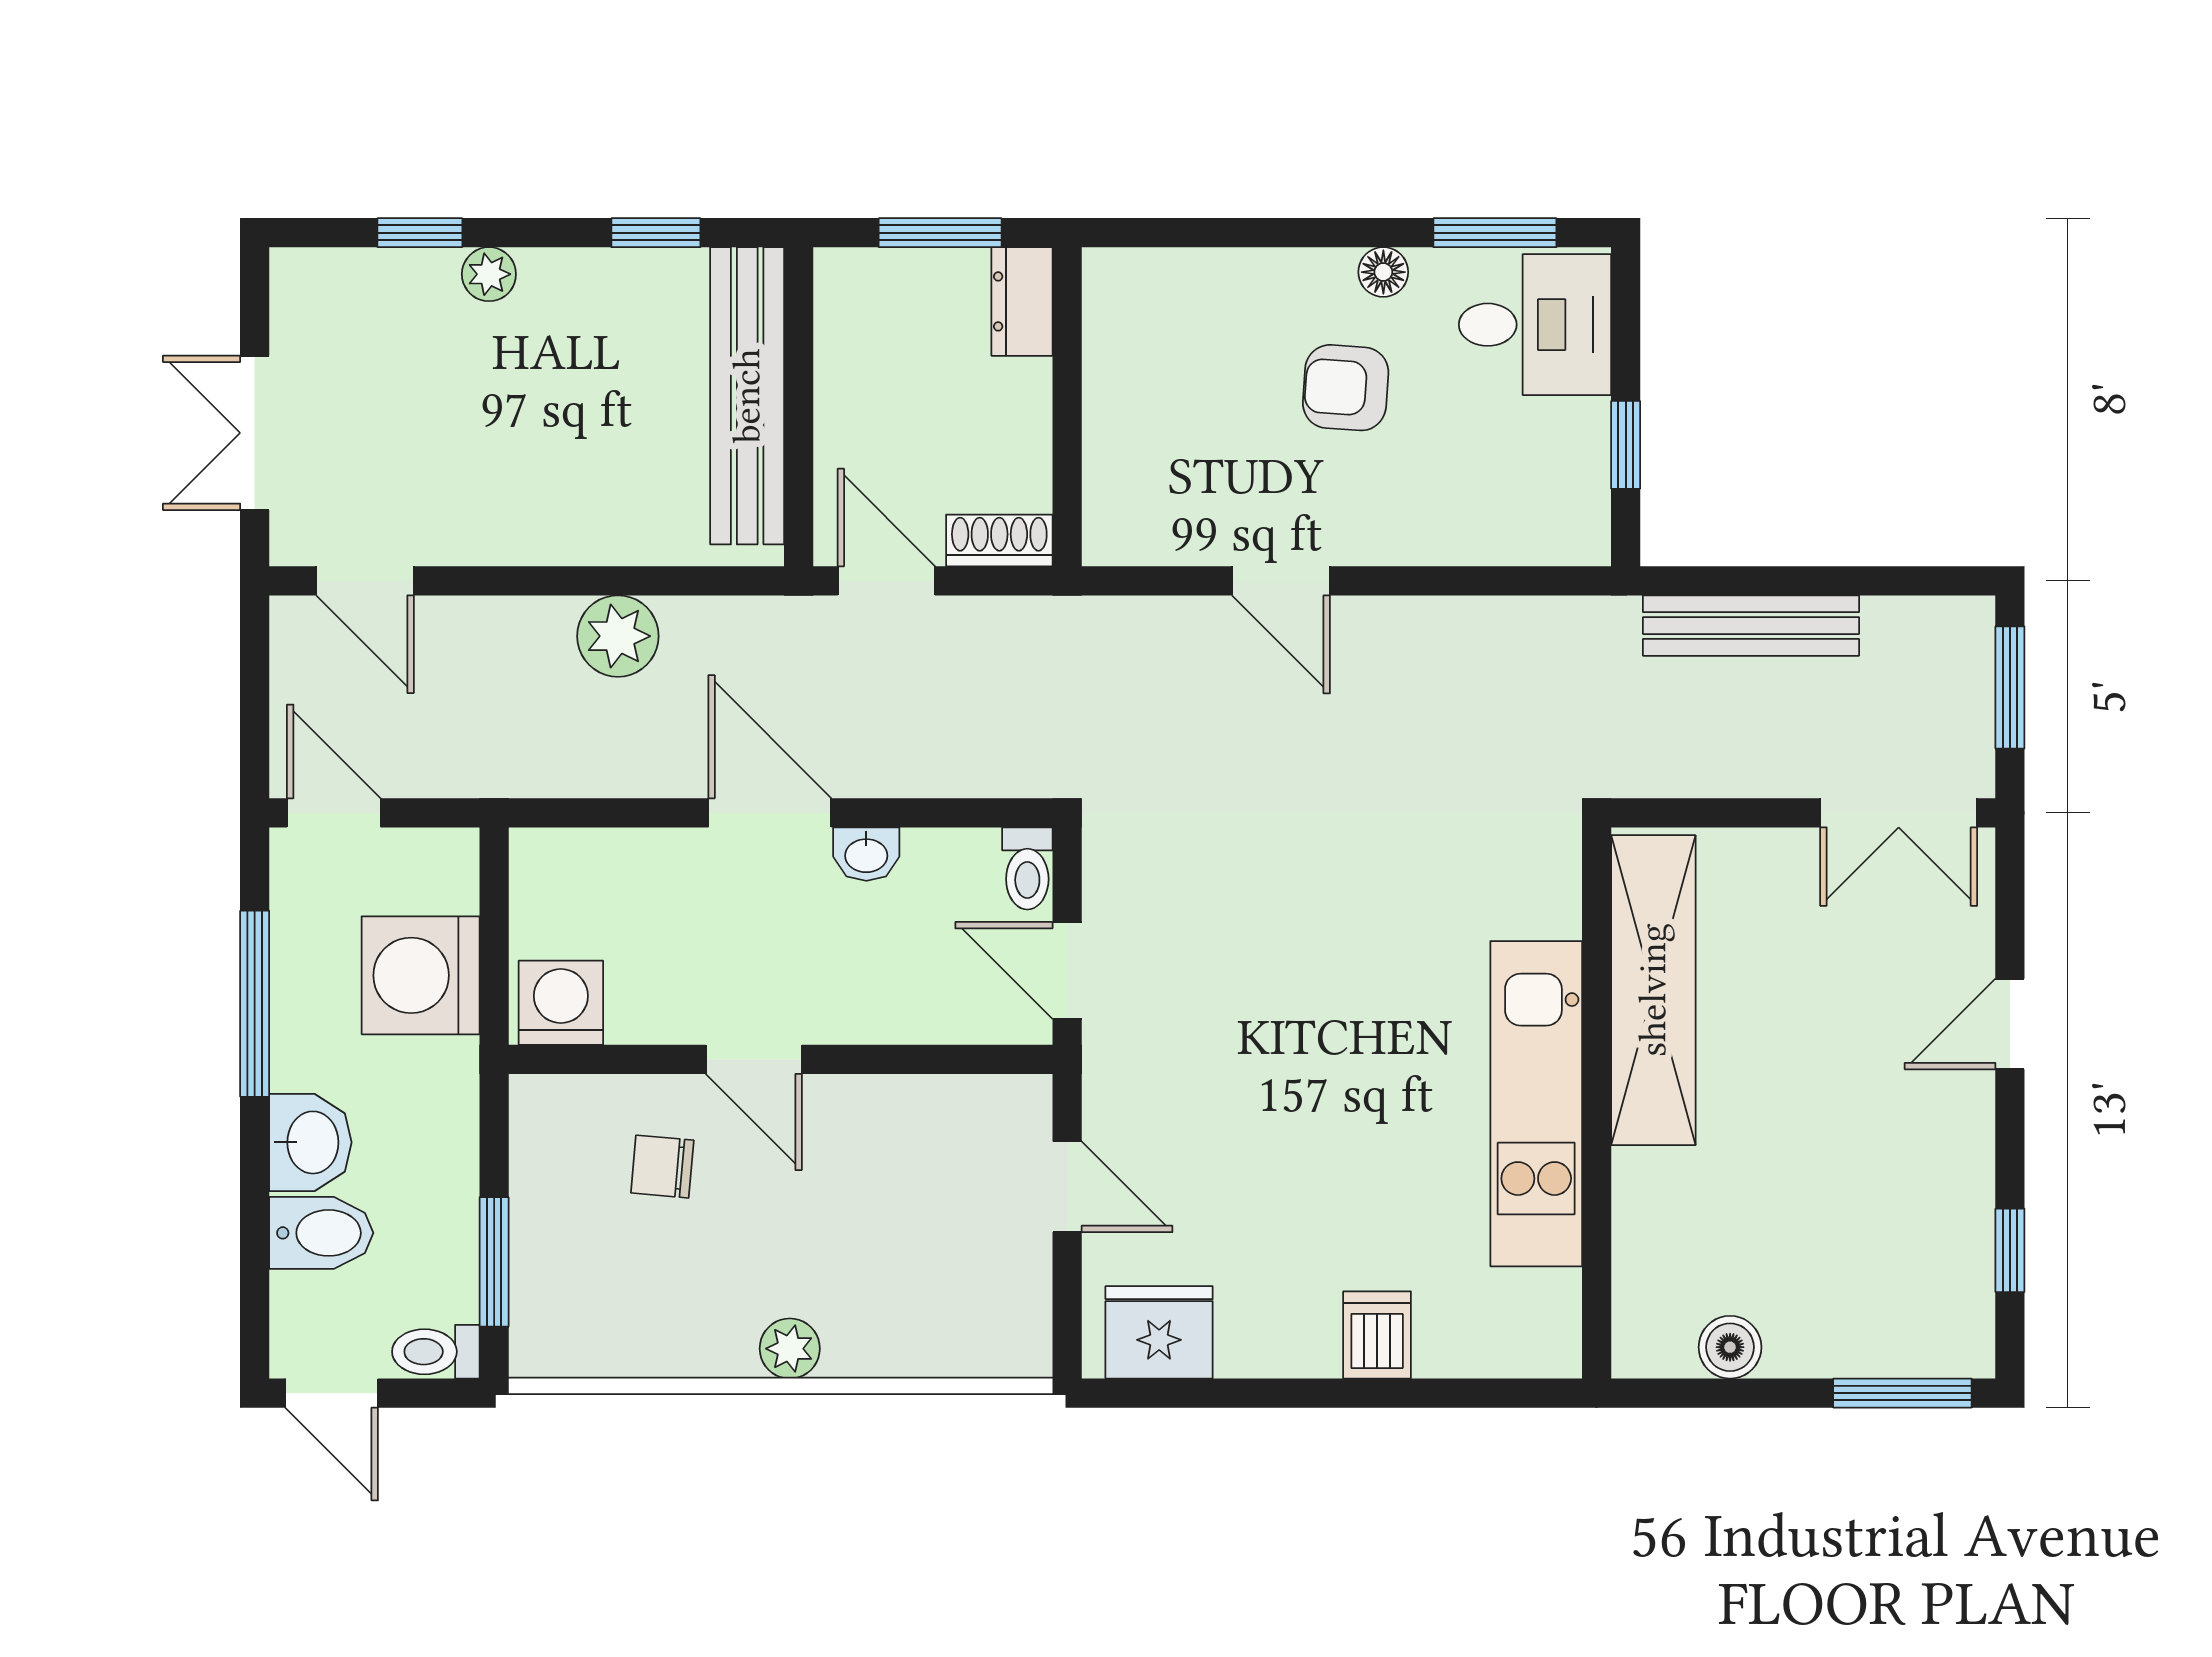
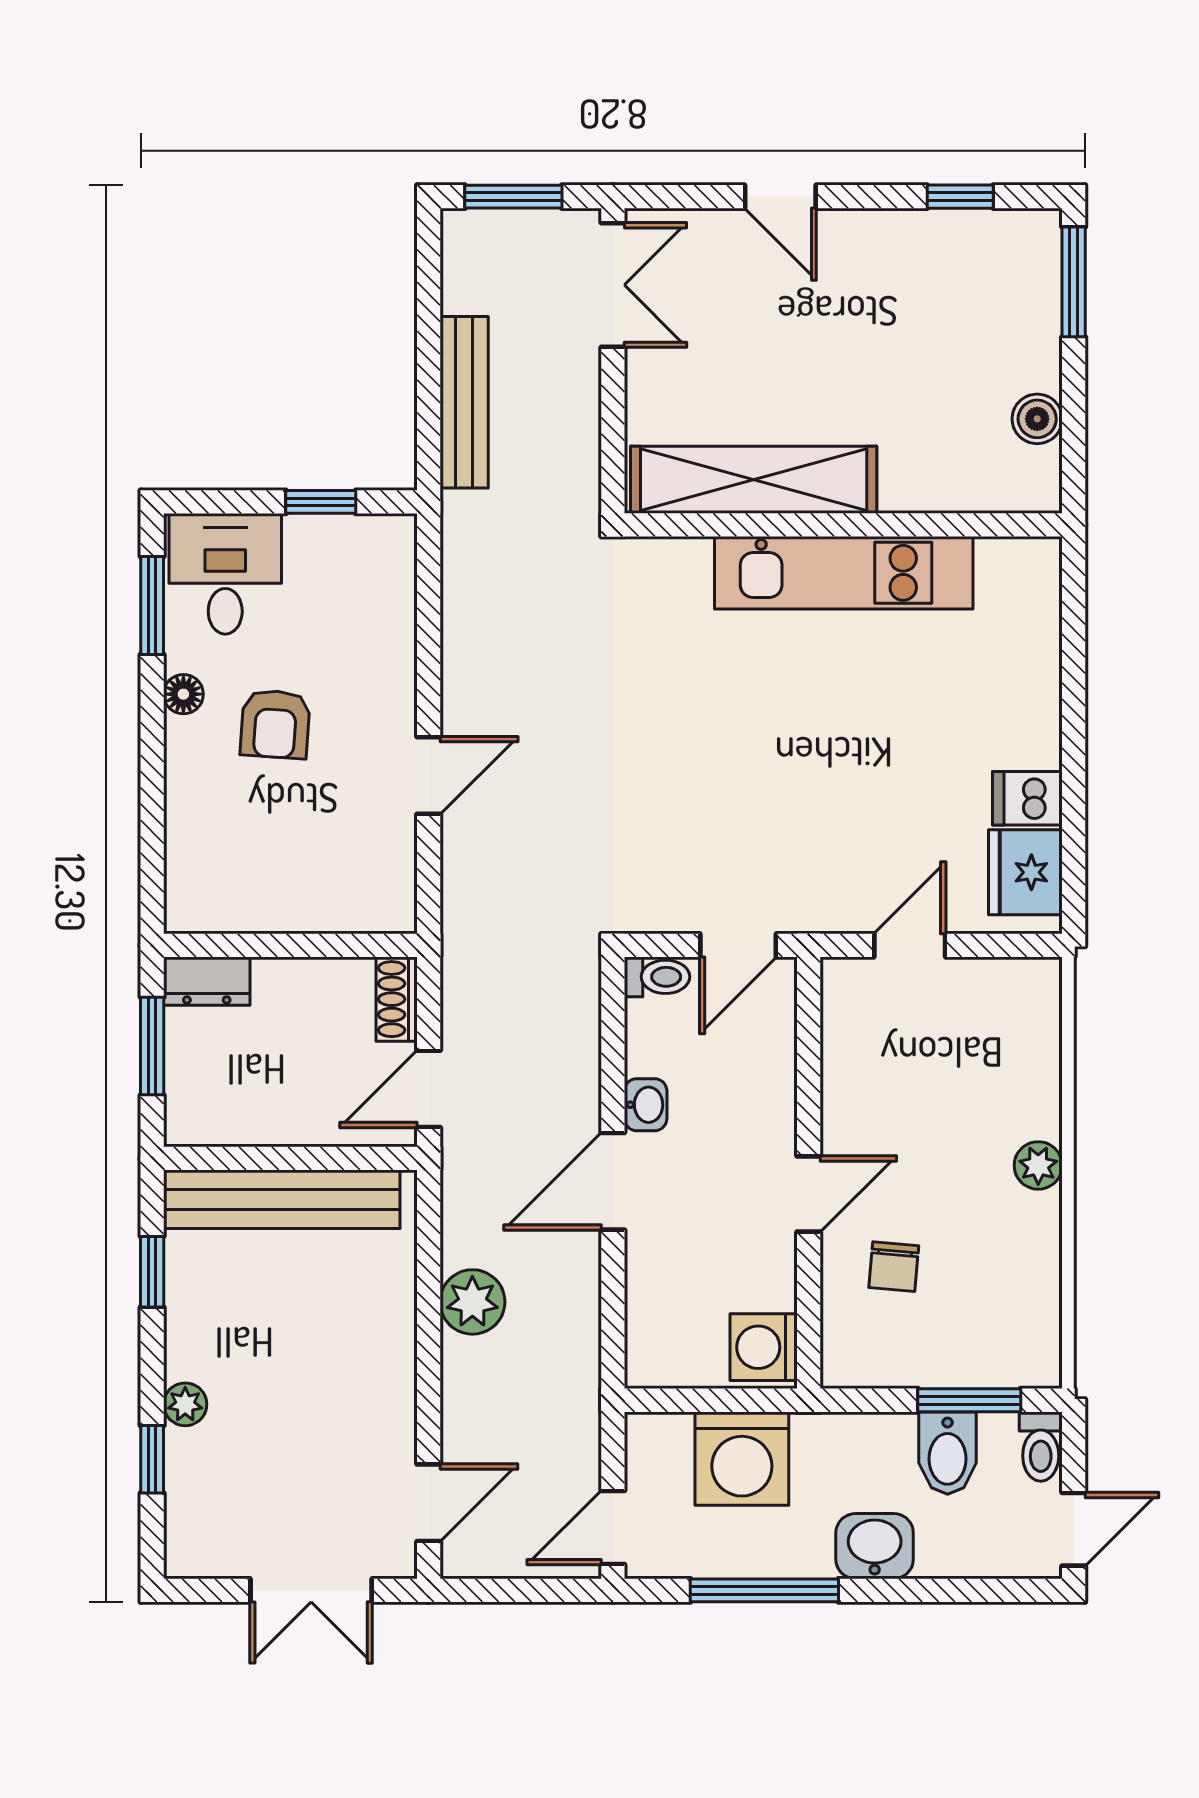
bidet: (321, 1233) -> (948, 1453), moved, turned 180
dishwasher: (1377, 1335) -> (1027, 798), moved

